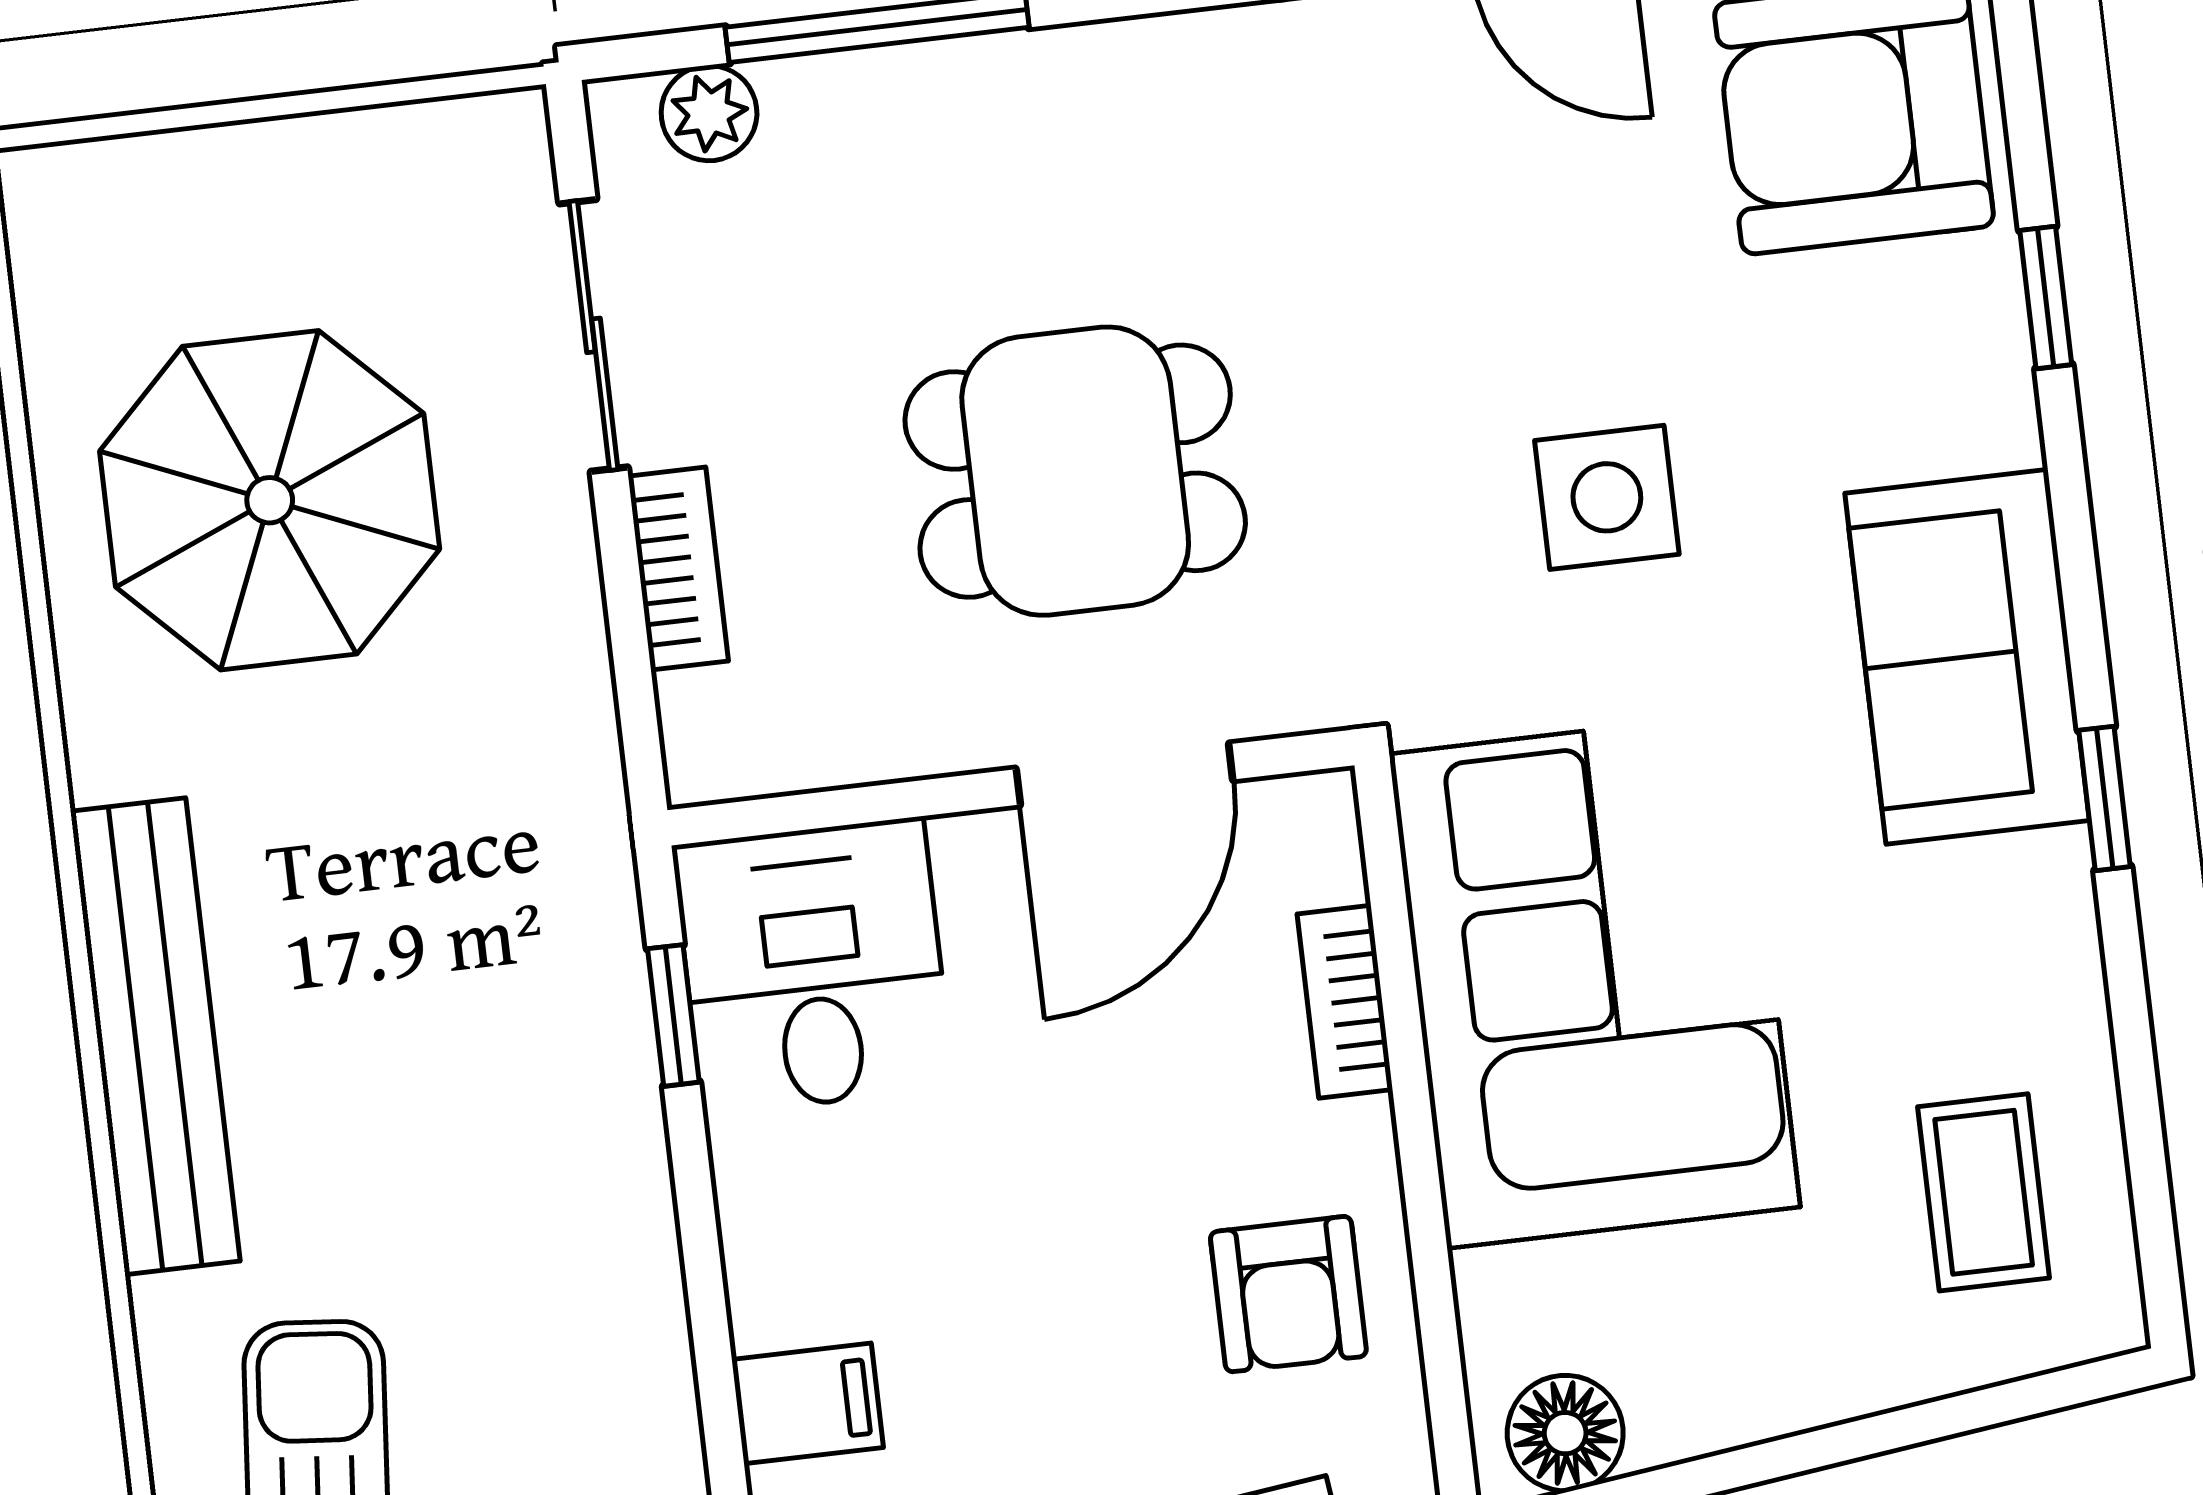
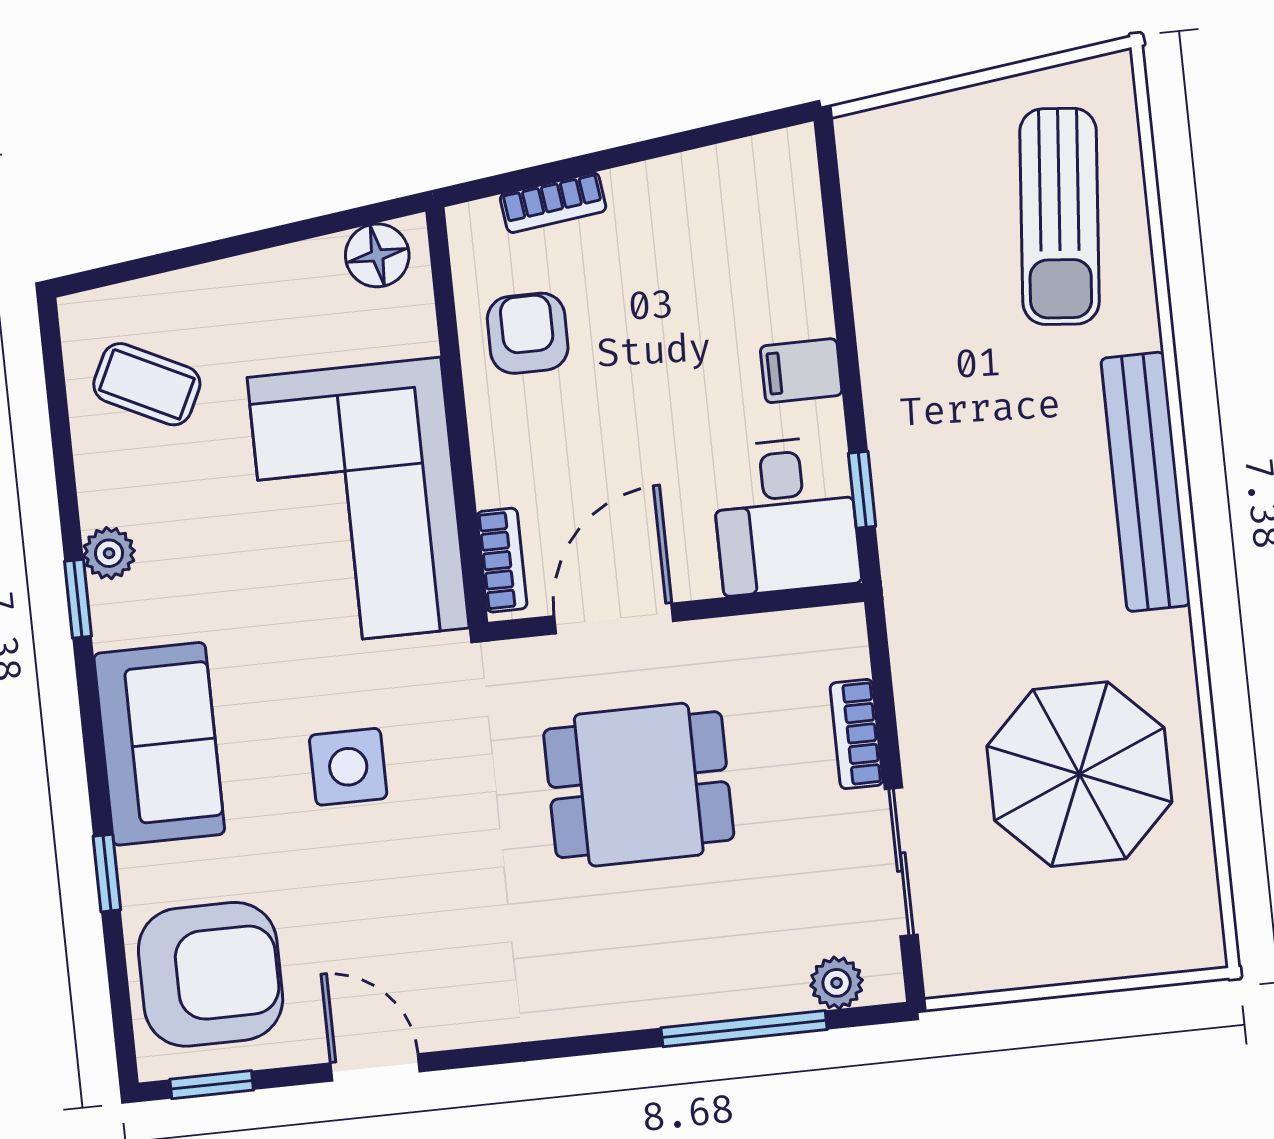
sofa: (1967, 657) -> (159, 744), moved
plant: (2049, 882) -> (109, 553), added
bookcase: (1345, 1002) -> (502, 560), moved
coffee table: (1984, 1192) -> (147, 384), turned -64
filing cabinet: (808, 1403) -> (801, 371), moved

